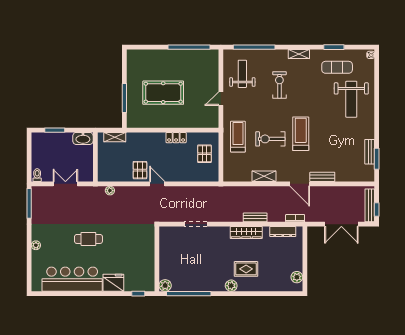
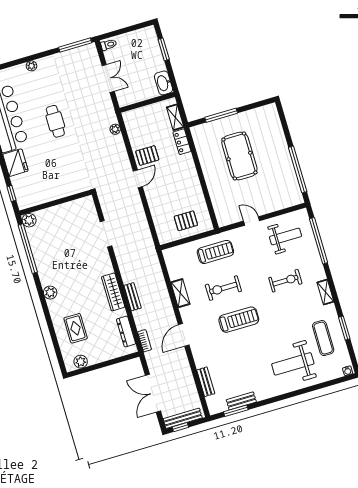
locker: (176, 138) -> (182, 142), moved
exercise bike: (270, 139) -> (223, 288), turned -90
bench: (322, 177) -> (206, 382), moved
rug: (246, 269) -> (76, 328), moved

